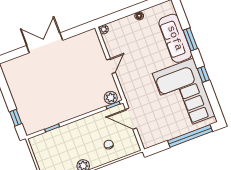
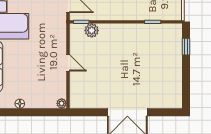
door: (111, 66) -> (68, 63), swing flipped
plant: (111, 98) -> (92, 30), moved

